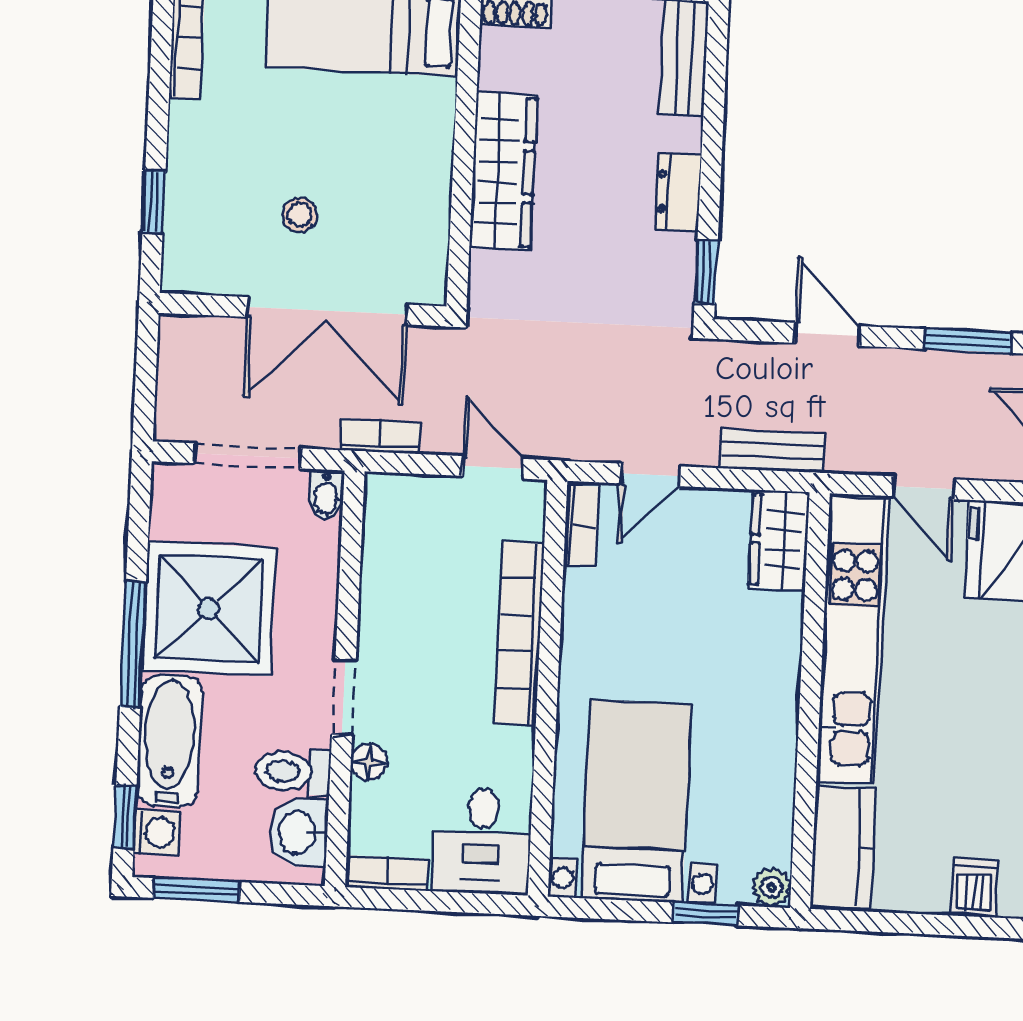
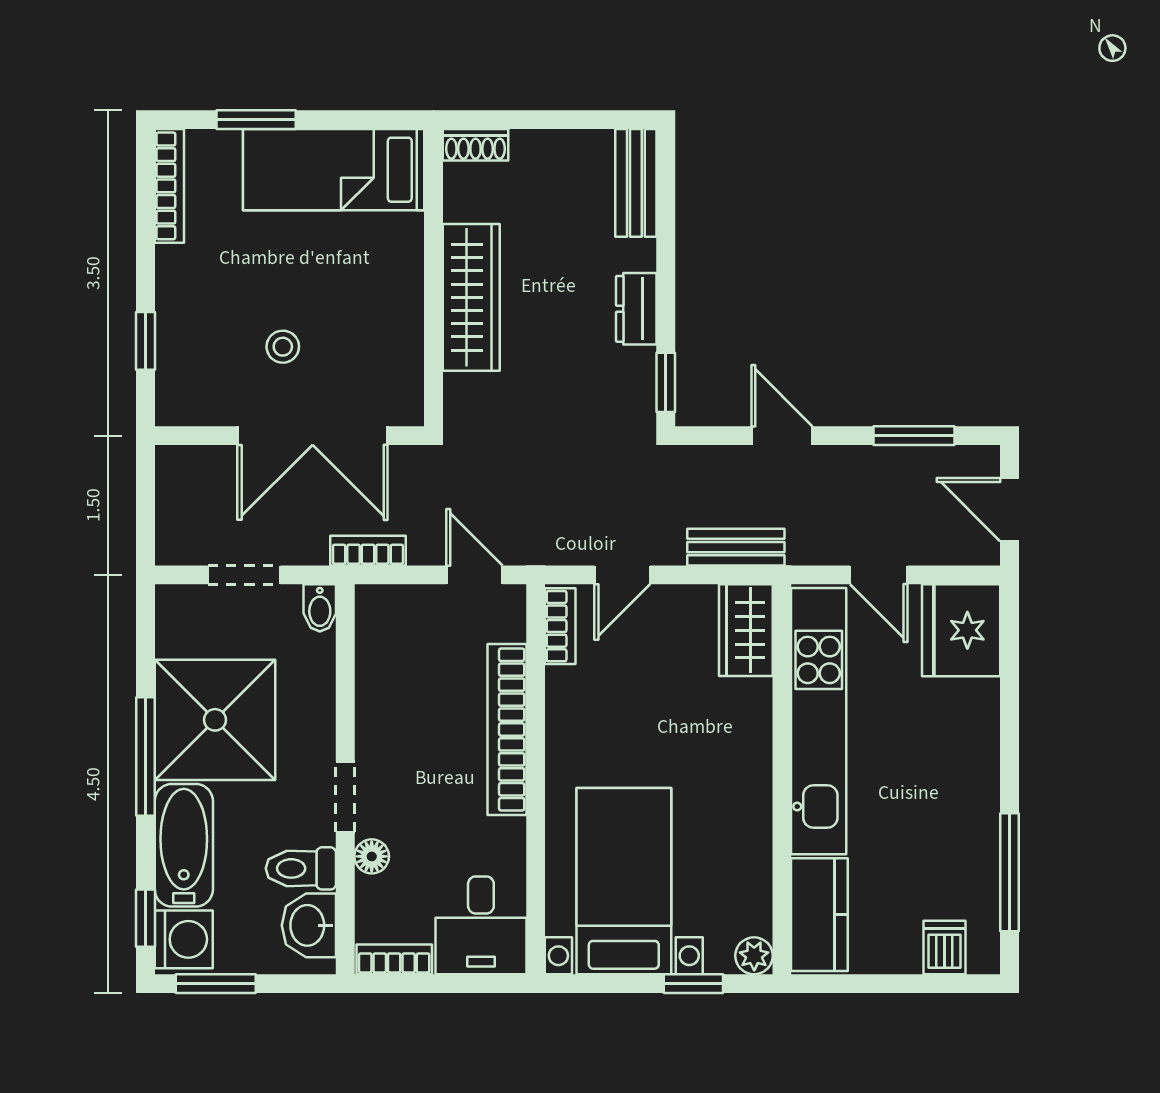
doorway: (247, 456) -> (244, 575), width x0.73
washing machine: (156, 832) -> (184, 939), width x1.38, depth x1.38

